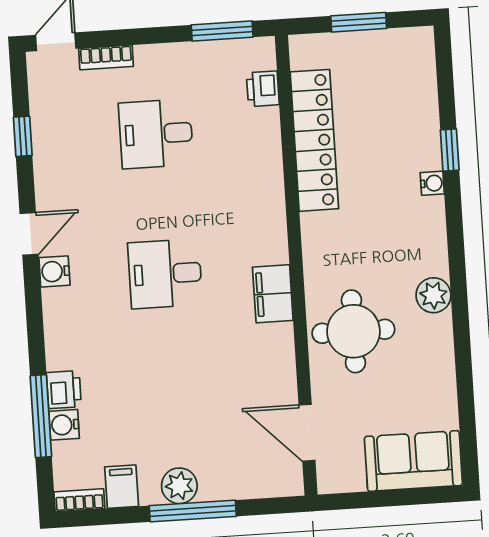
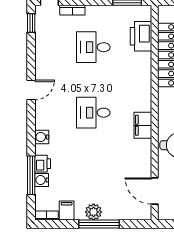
printer: (263, 89) -> (141, 36), width x1.87, depth x1.48
window: (23, 136) -> (31, 23), moved
water cooler: (54, 271) -> (42, 137), moved

